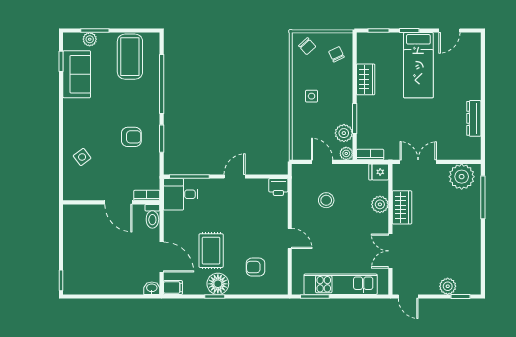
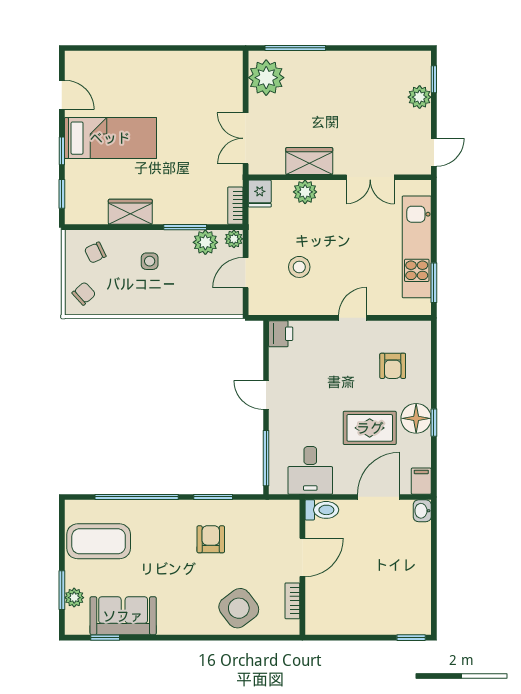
side table: (312, 96) -> (150, 261), moved
dresser: (474, 118) -> (185, 61), removed
side table: (82, 157) -> (239, 608), width x1.87, depth x1.87
desk: (181, 194) -> (310, 470), moved
bookcase: (147, 195) -> (292, 601), moved

